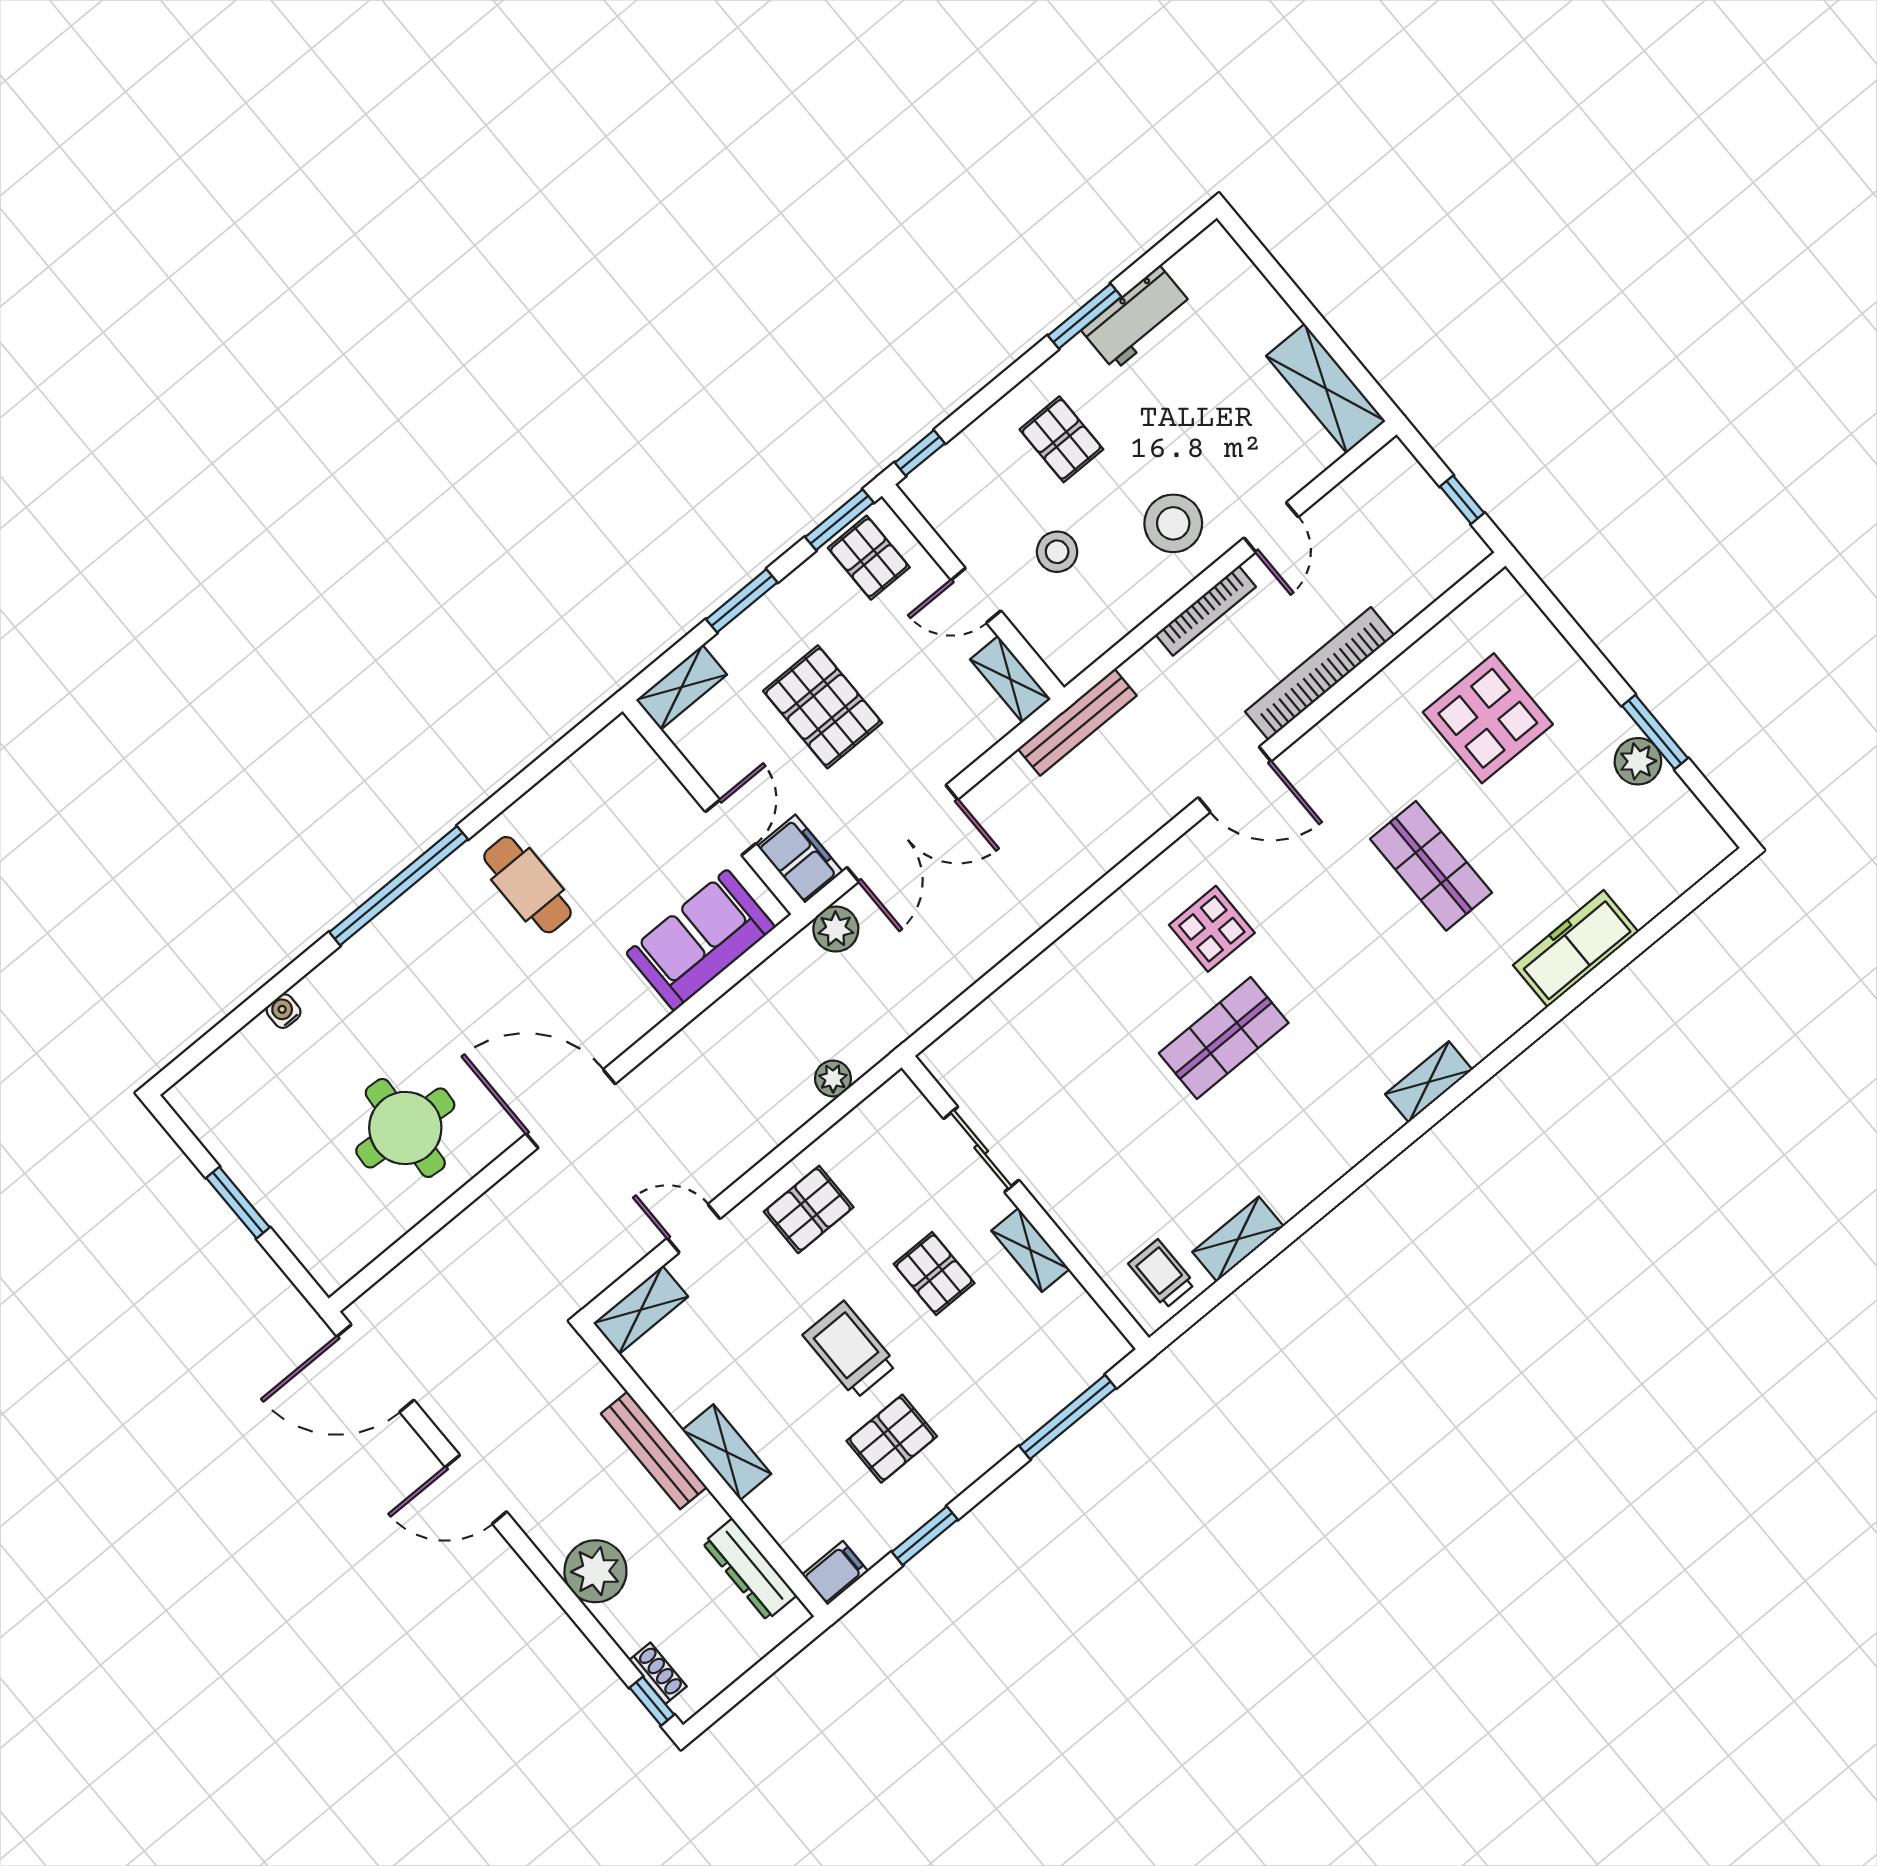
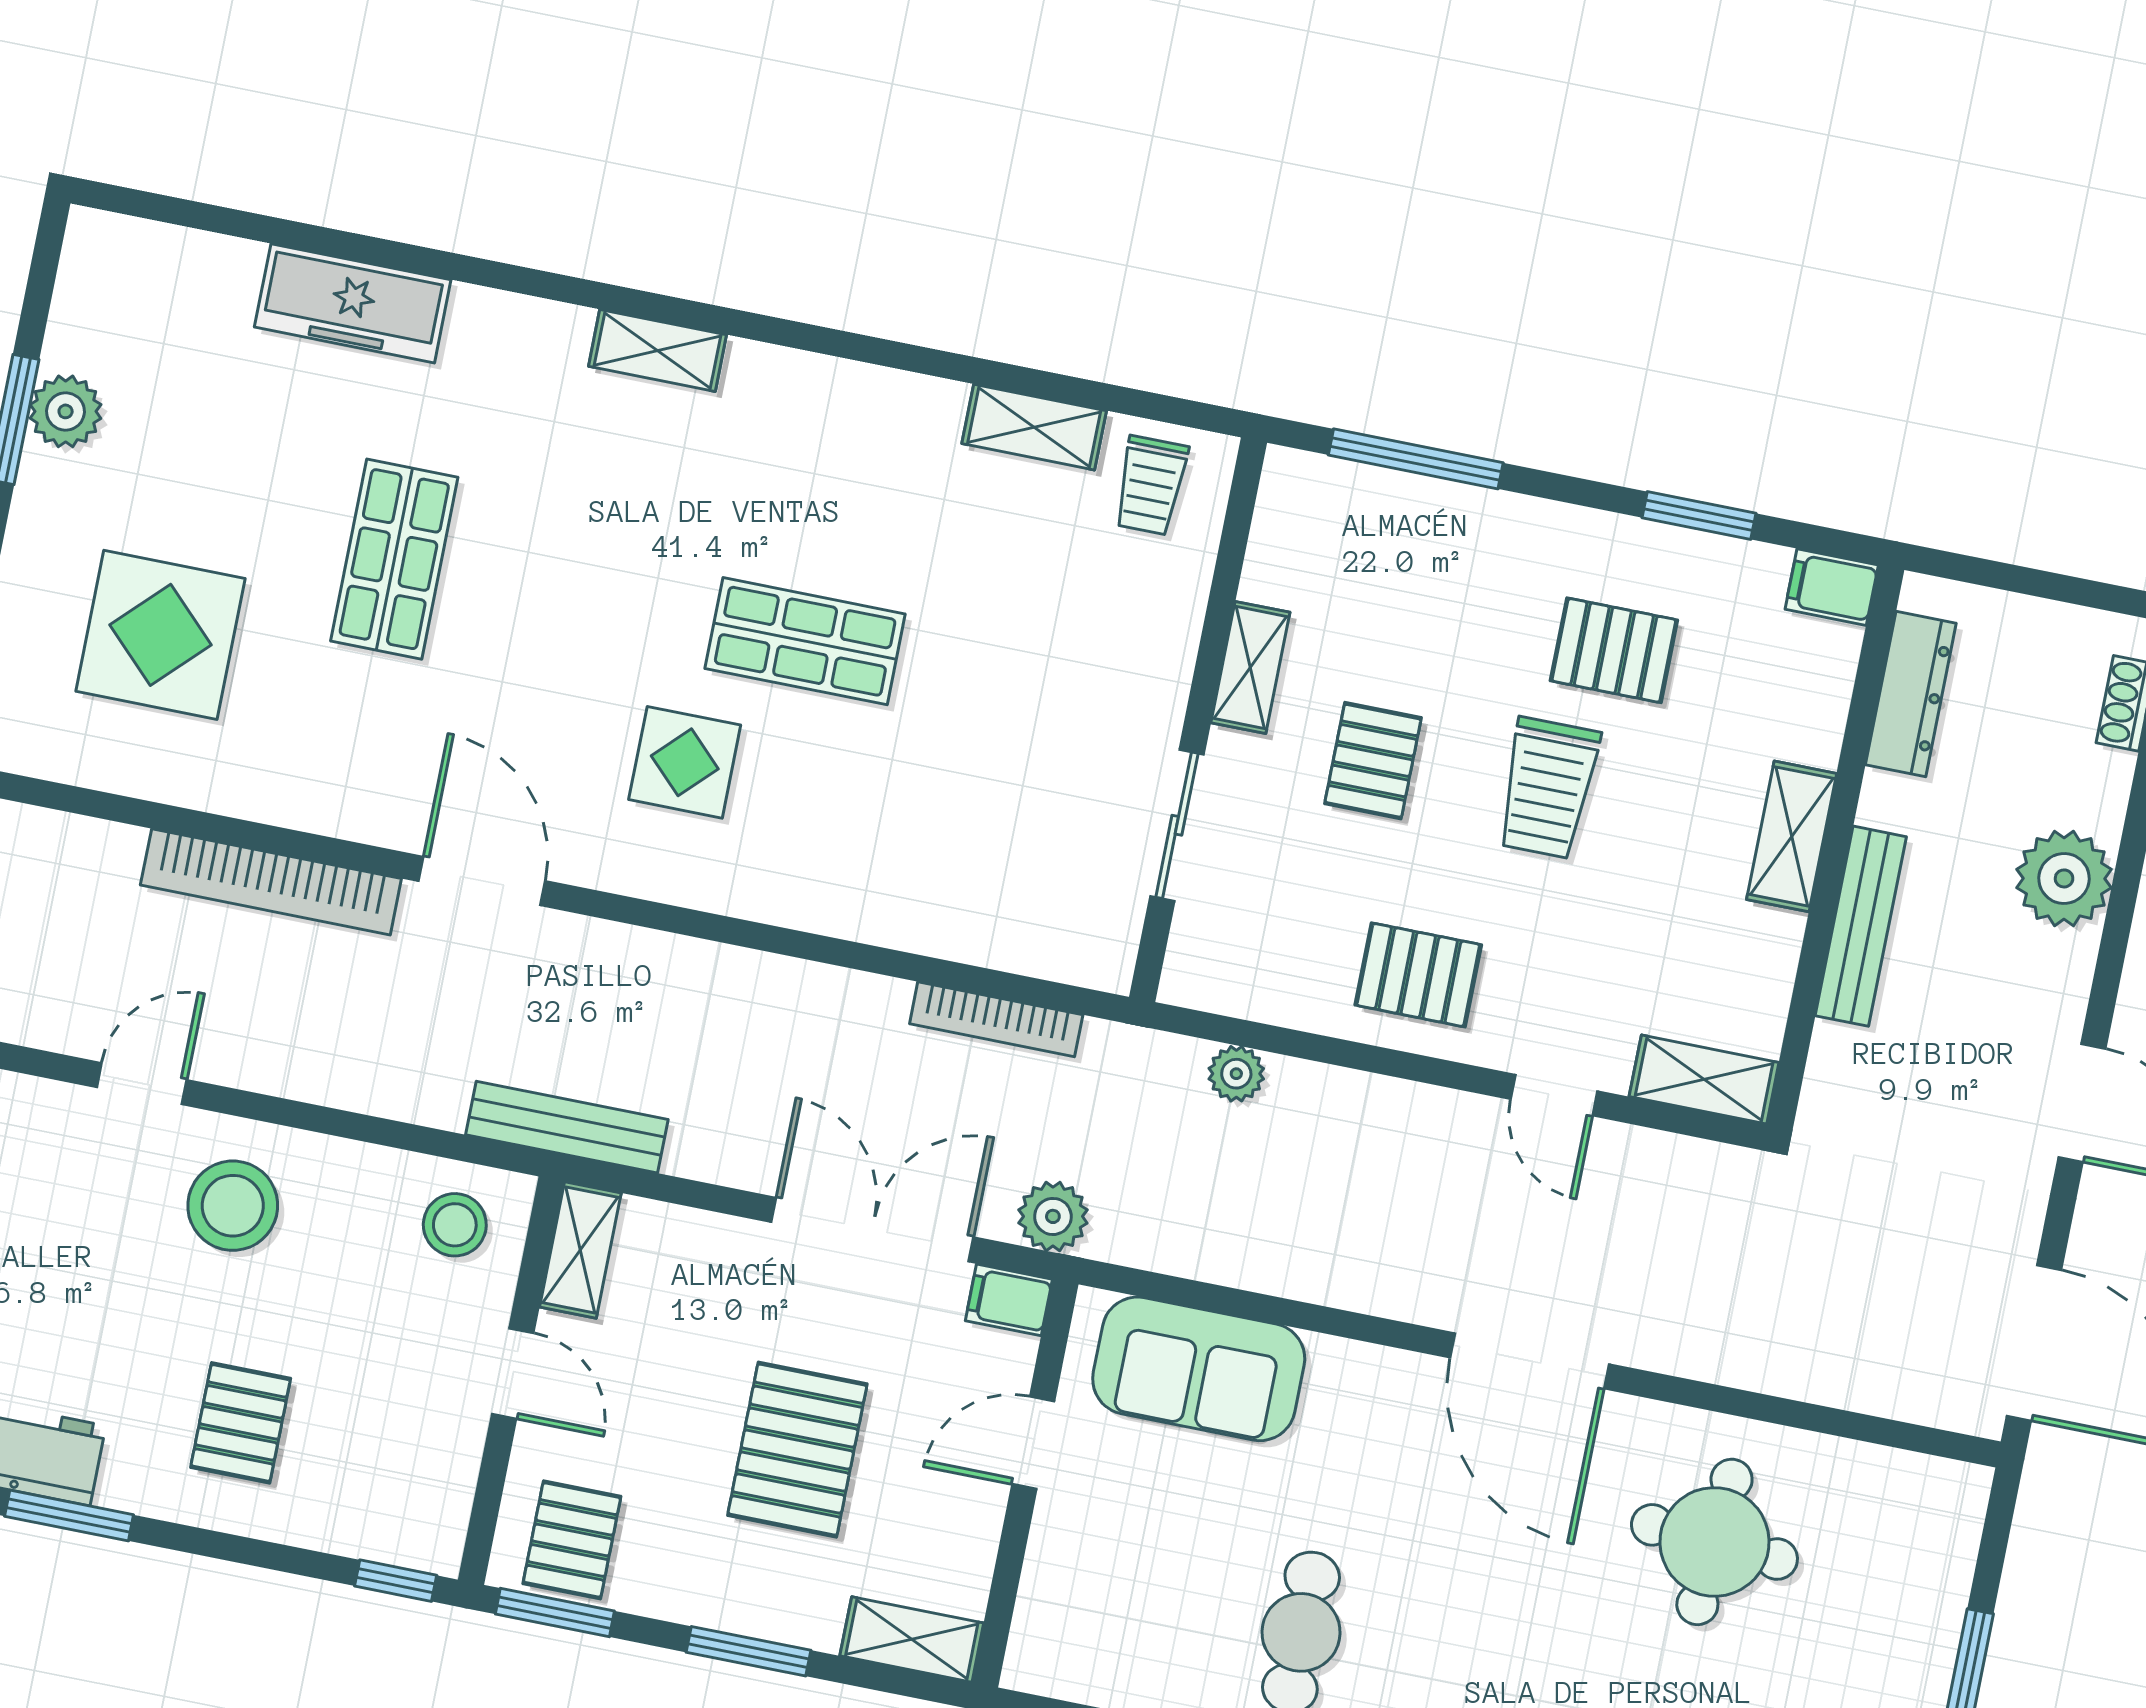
stool: (1057, 552) -> (455, 1225), moved
bookcase: (1206, 611) -> (996, 1019), moved, turned 180
filing cabinet: (800, 859) -> (1009, 1300), width x0.50

